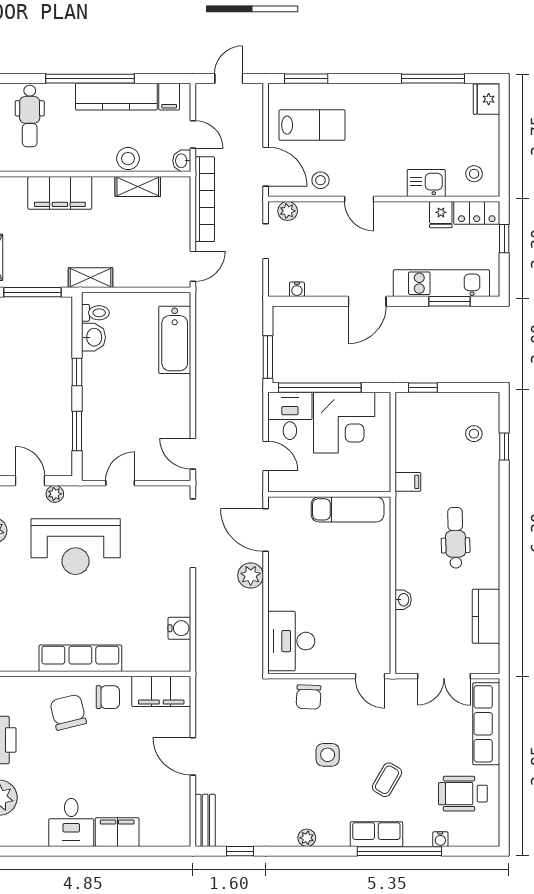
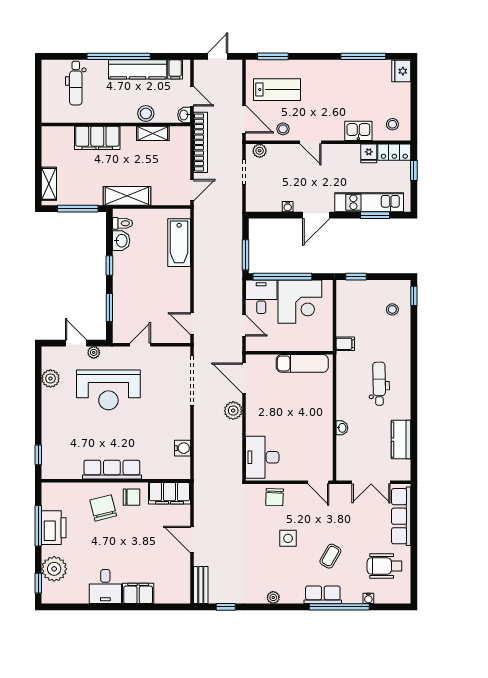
shelving: (90, 278) -> (127, 196), width x1.50, depth x1.33
water cooler: (297, 289) -> (288, 207), moved
window: (504, 447) -> (414, 296), moved

